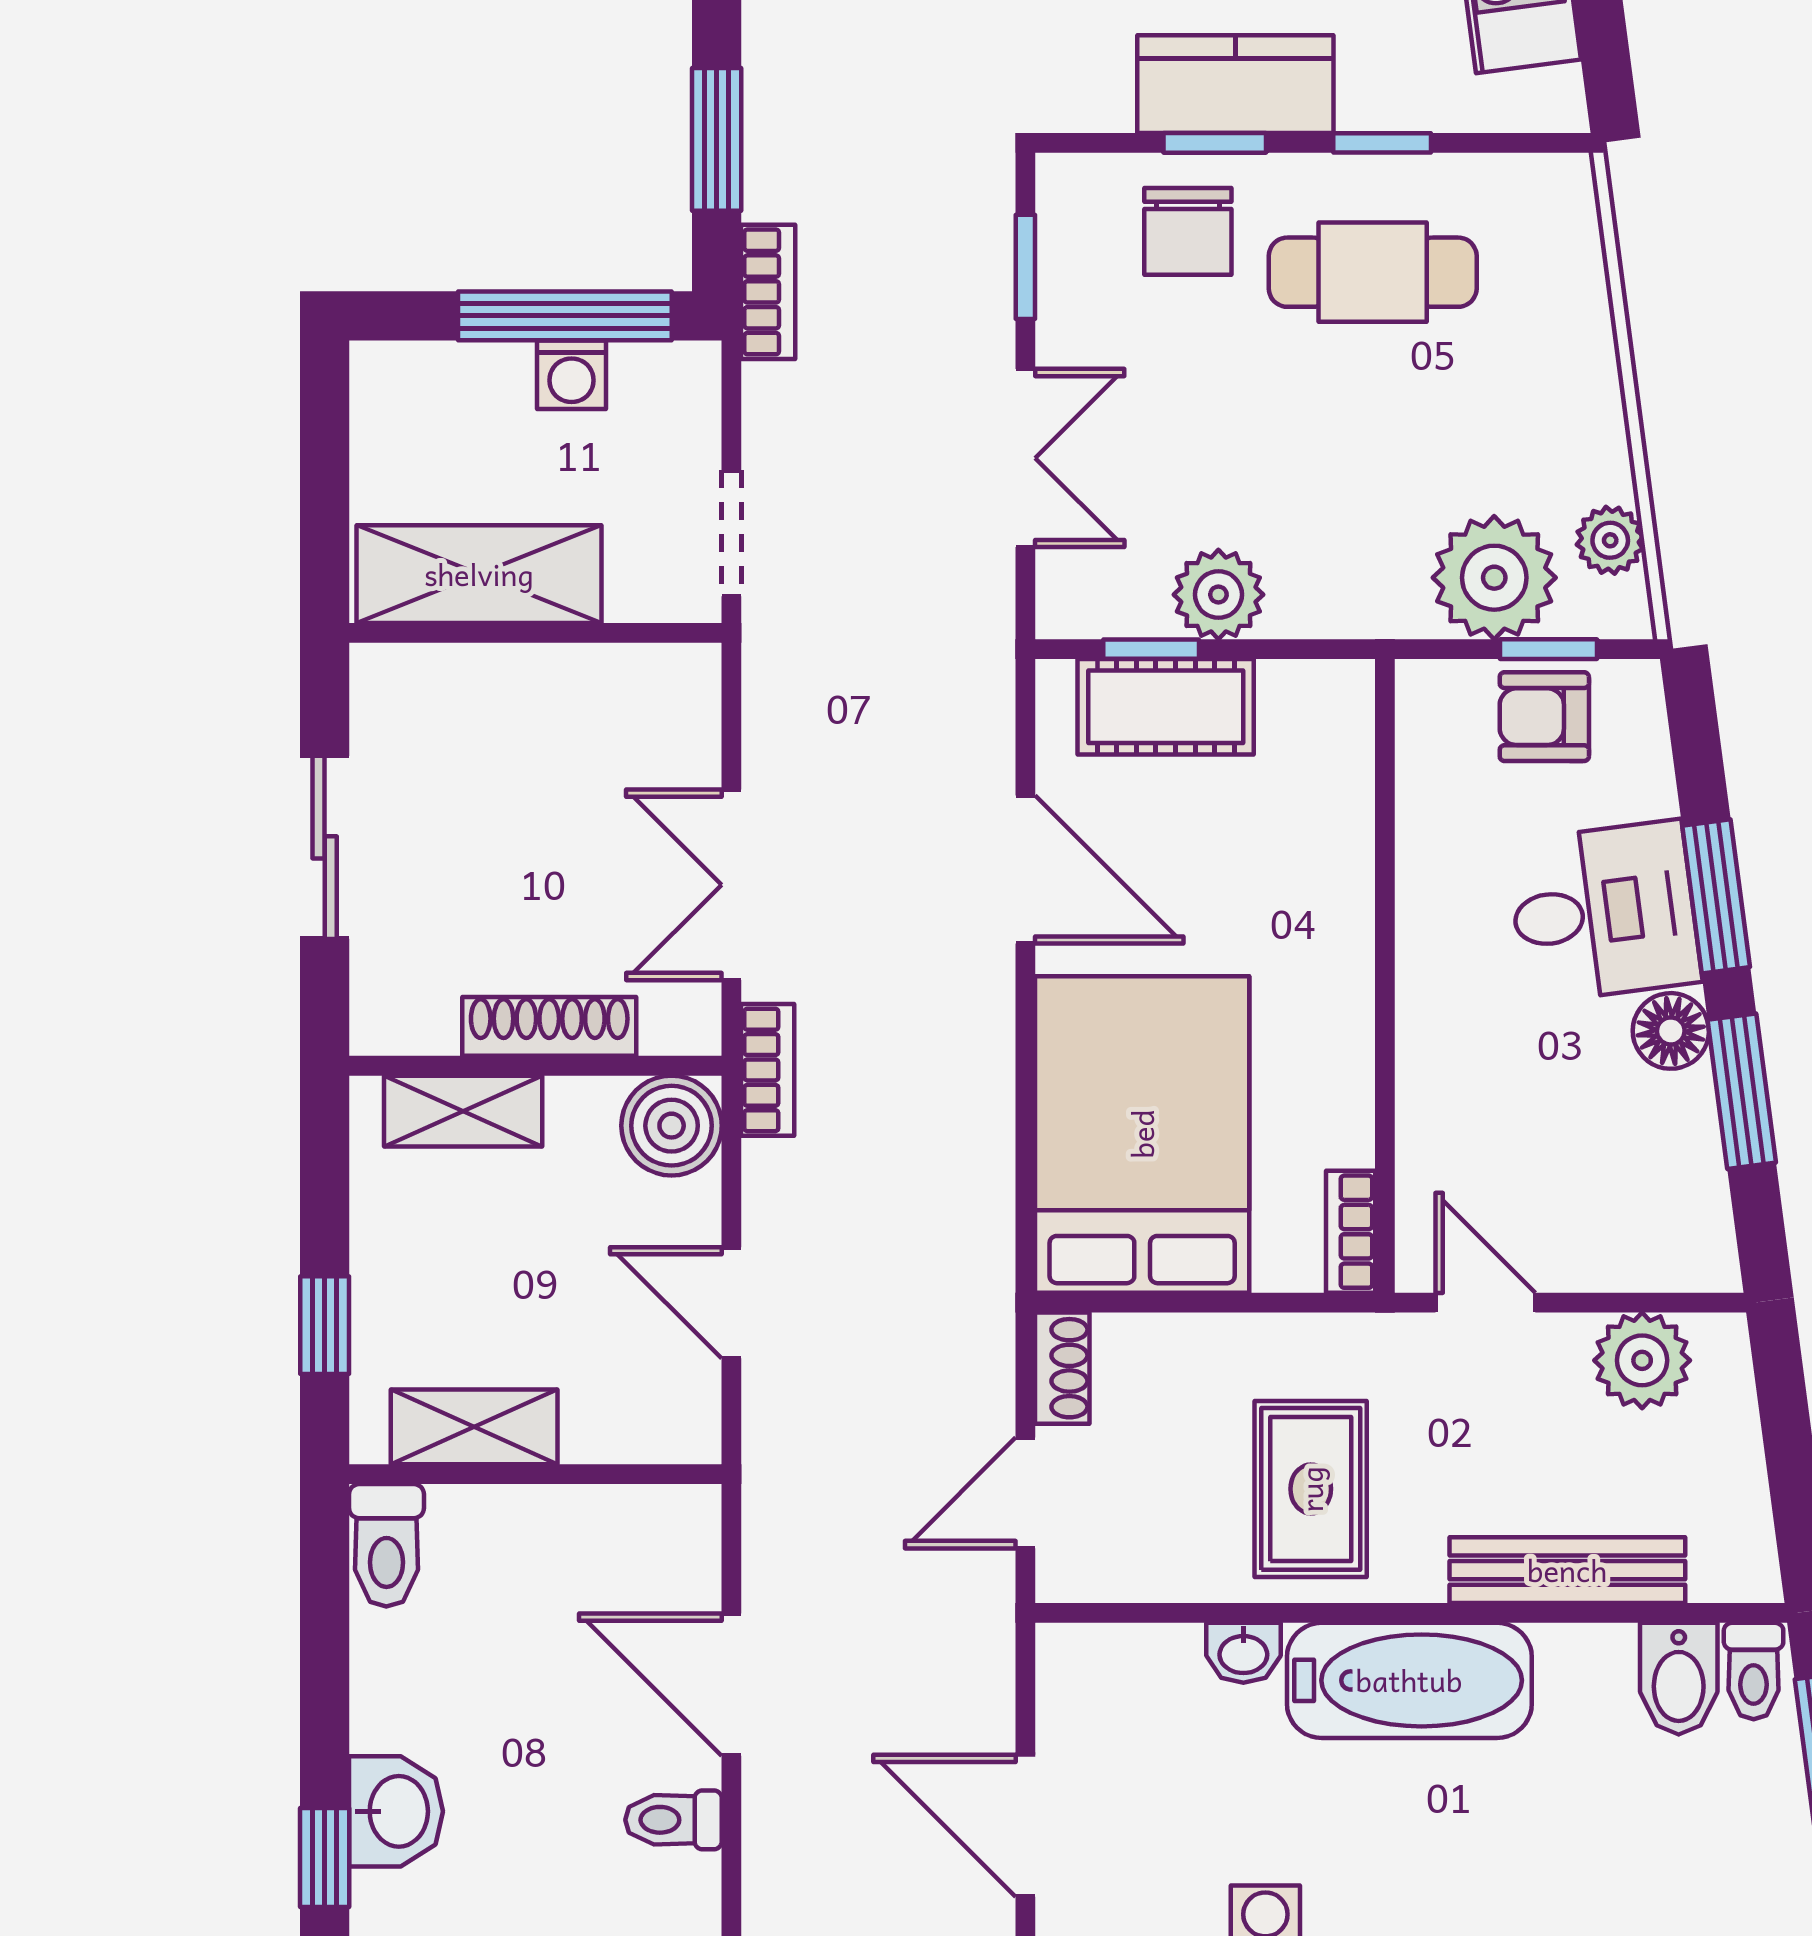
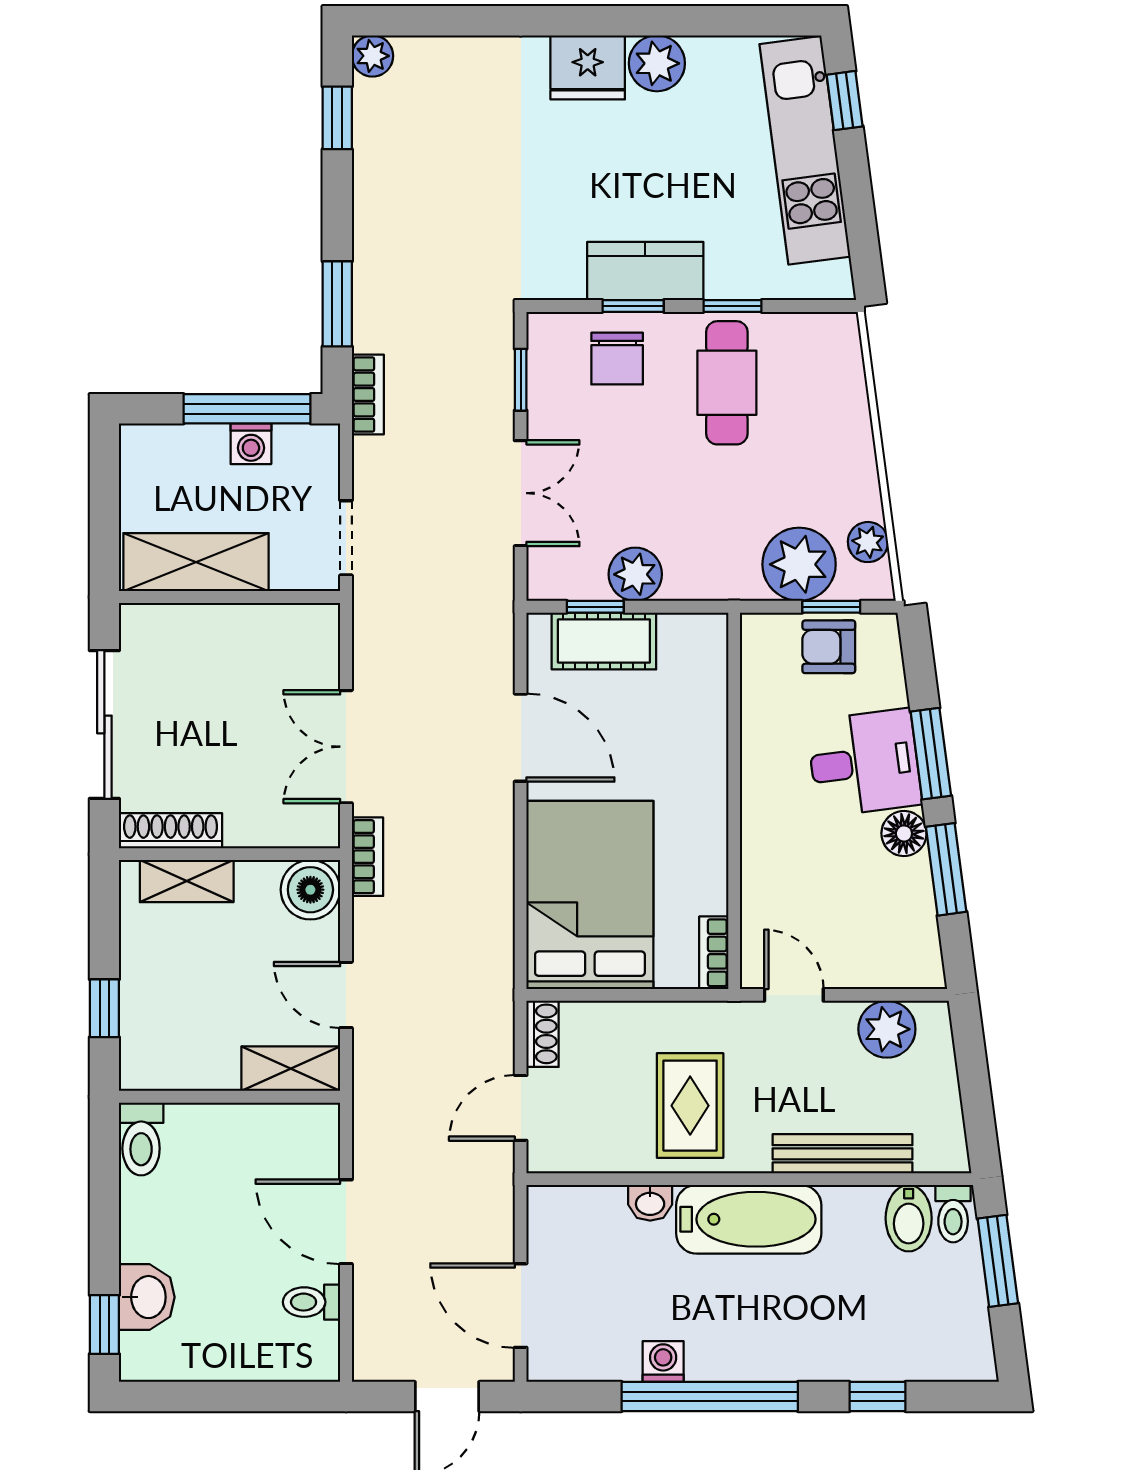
cafe table: (1373, 272) -> (727, 383), turned 90
sliding door: (325, 847) -> (104, 724), width x1.37
shoe rack: (549, 1026) -> (171, 831), moved
shelving: (474, 1427) -> (291, 1069), moved

